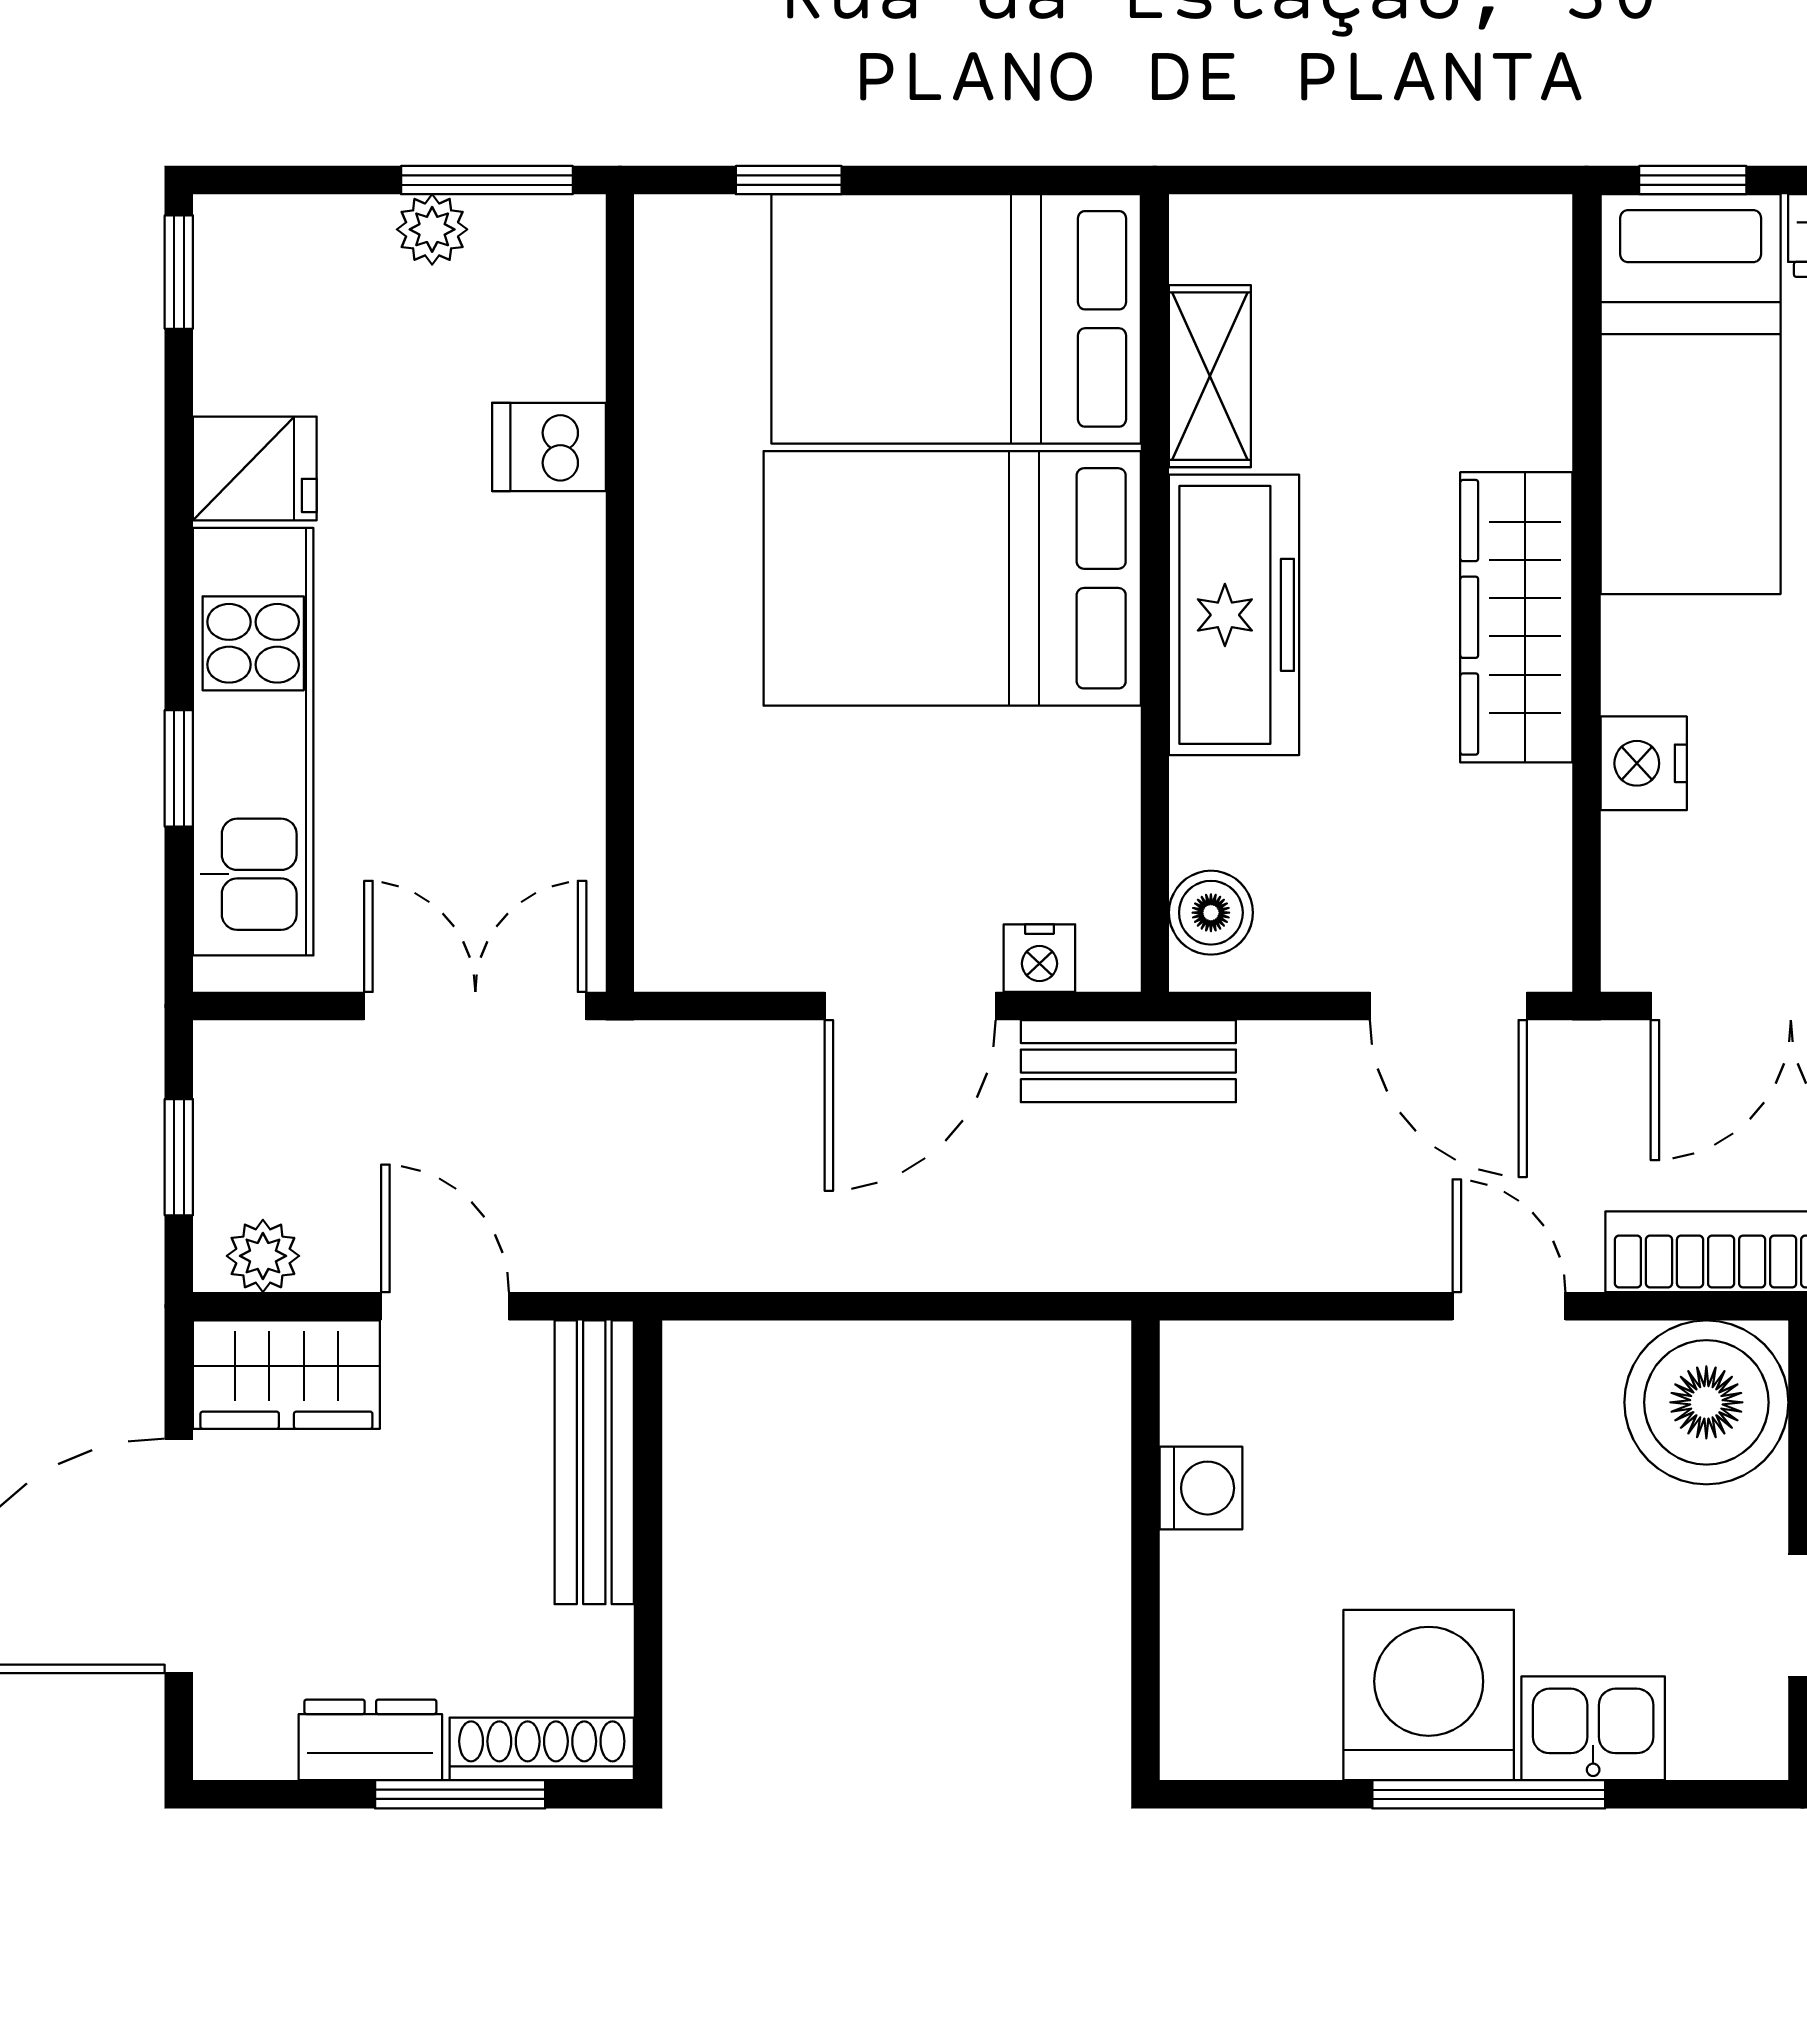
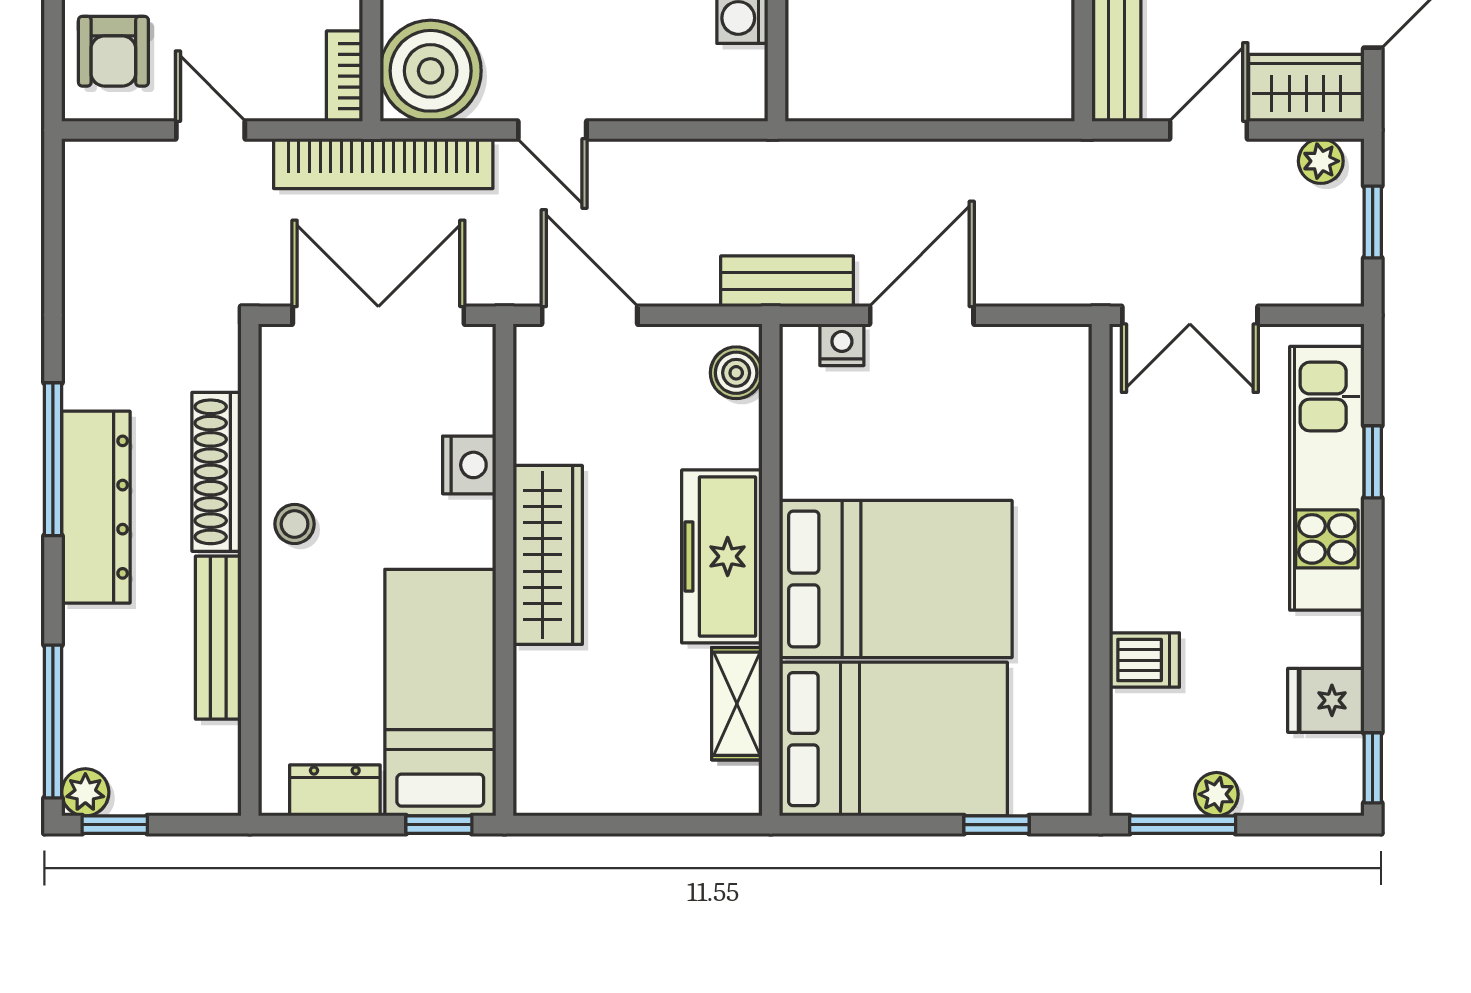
fridge: (255, 468) -> (1326, 700), moved
door: (445, 1306) -> (1209, 130), swing flipped

